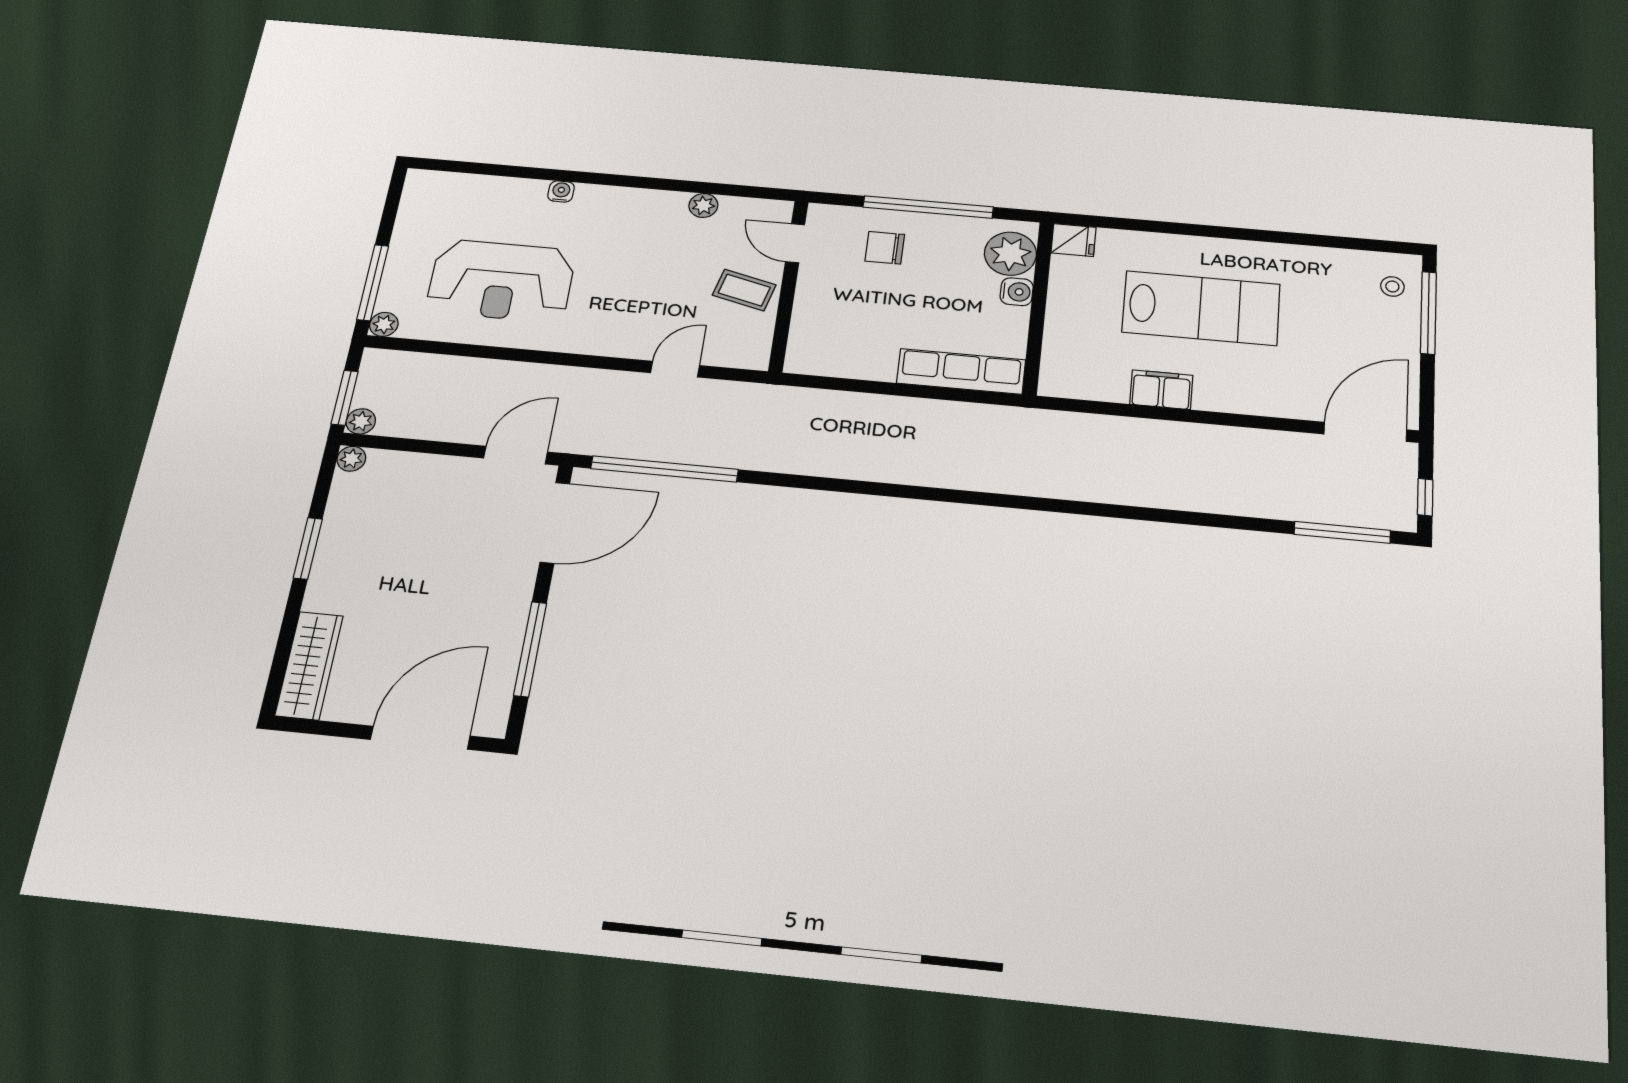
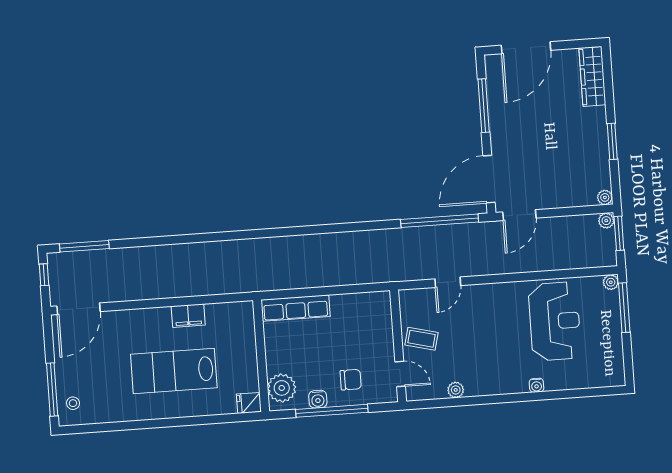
reception desk: (501, 281) -> (555, 321), turned 90
water cooler: (1017, 292) -> (318, 399), moved, turned -90

